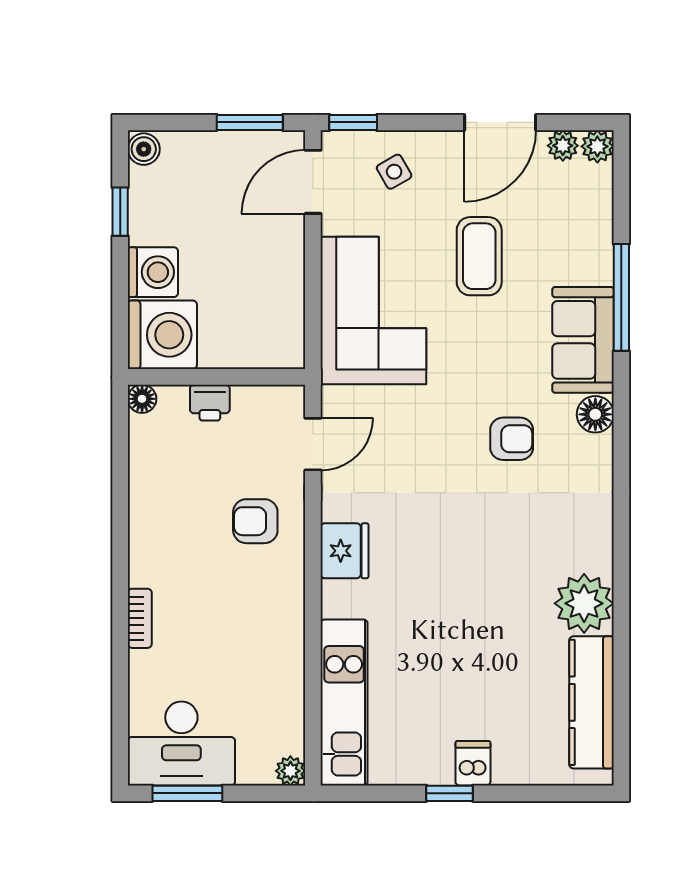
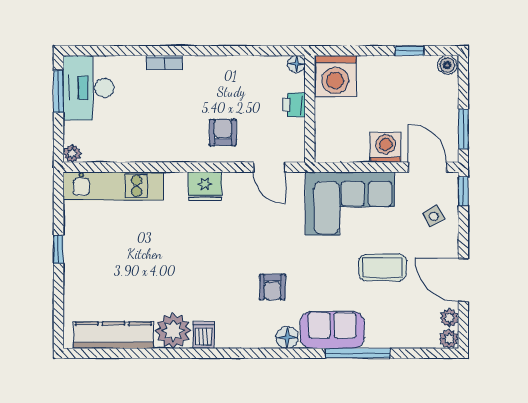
washing machine: (153, 272) -> (386, 147), moved, turned 180
dishwasher: (473, 763) -> (203, 335), moved, turned -90

